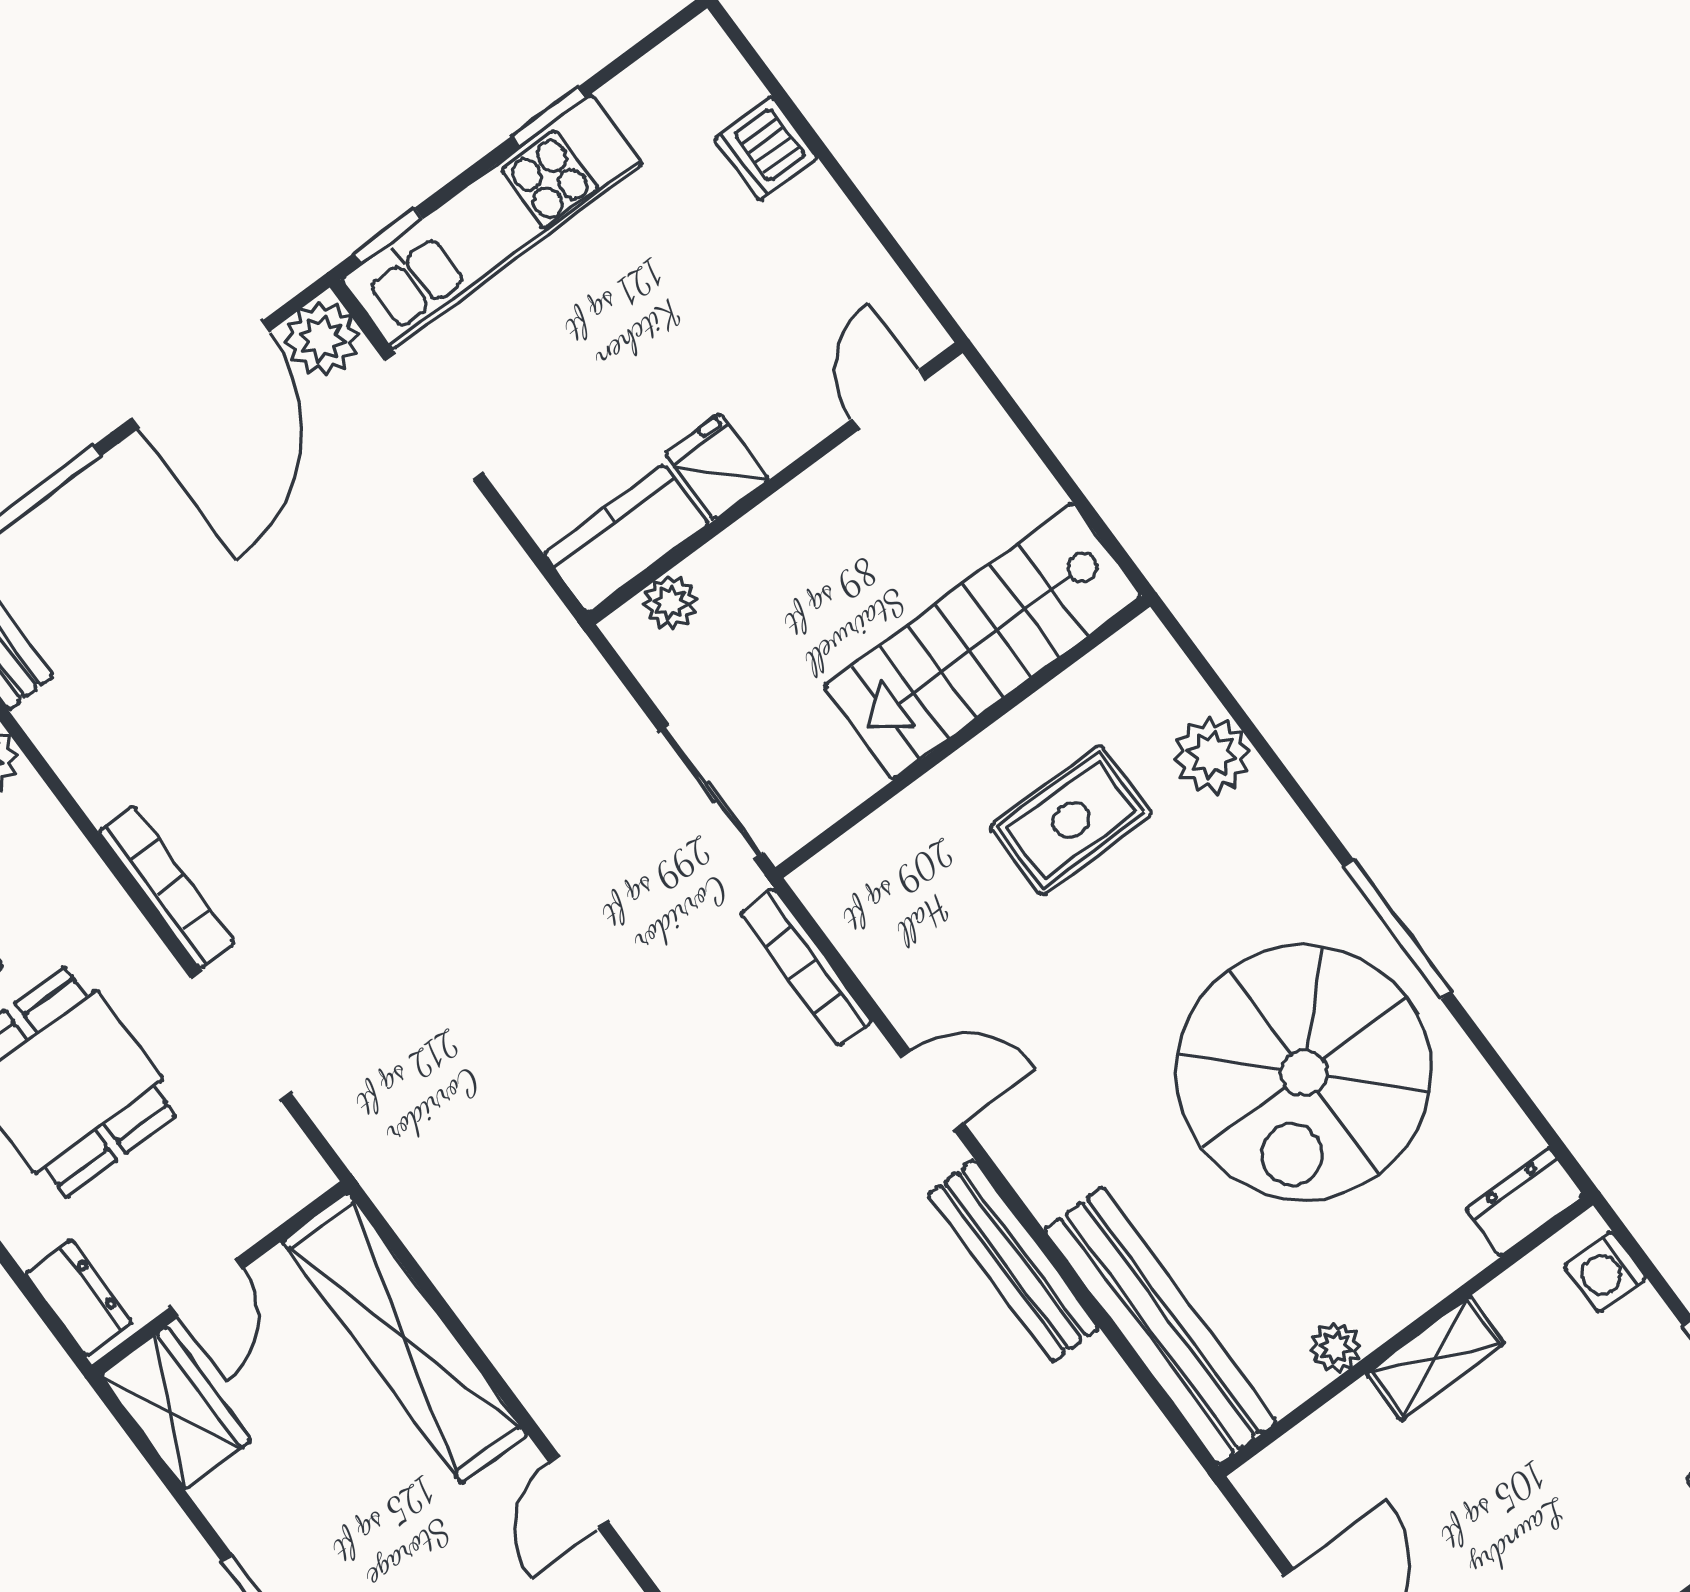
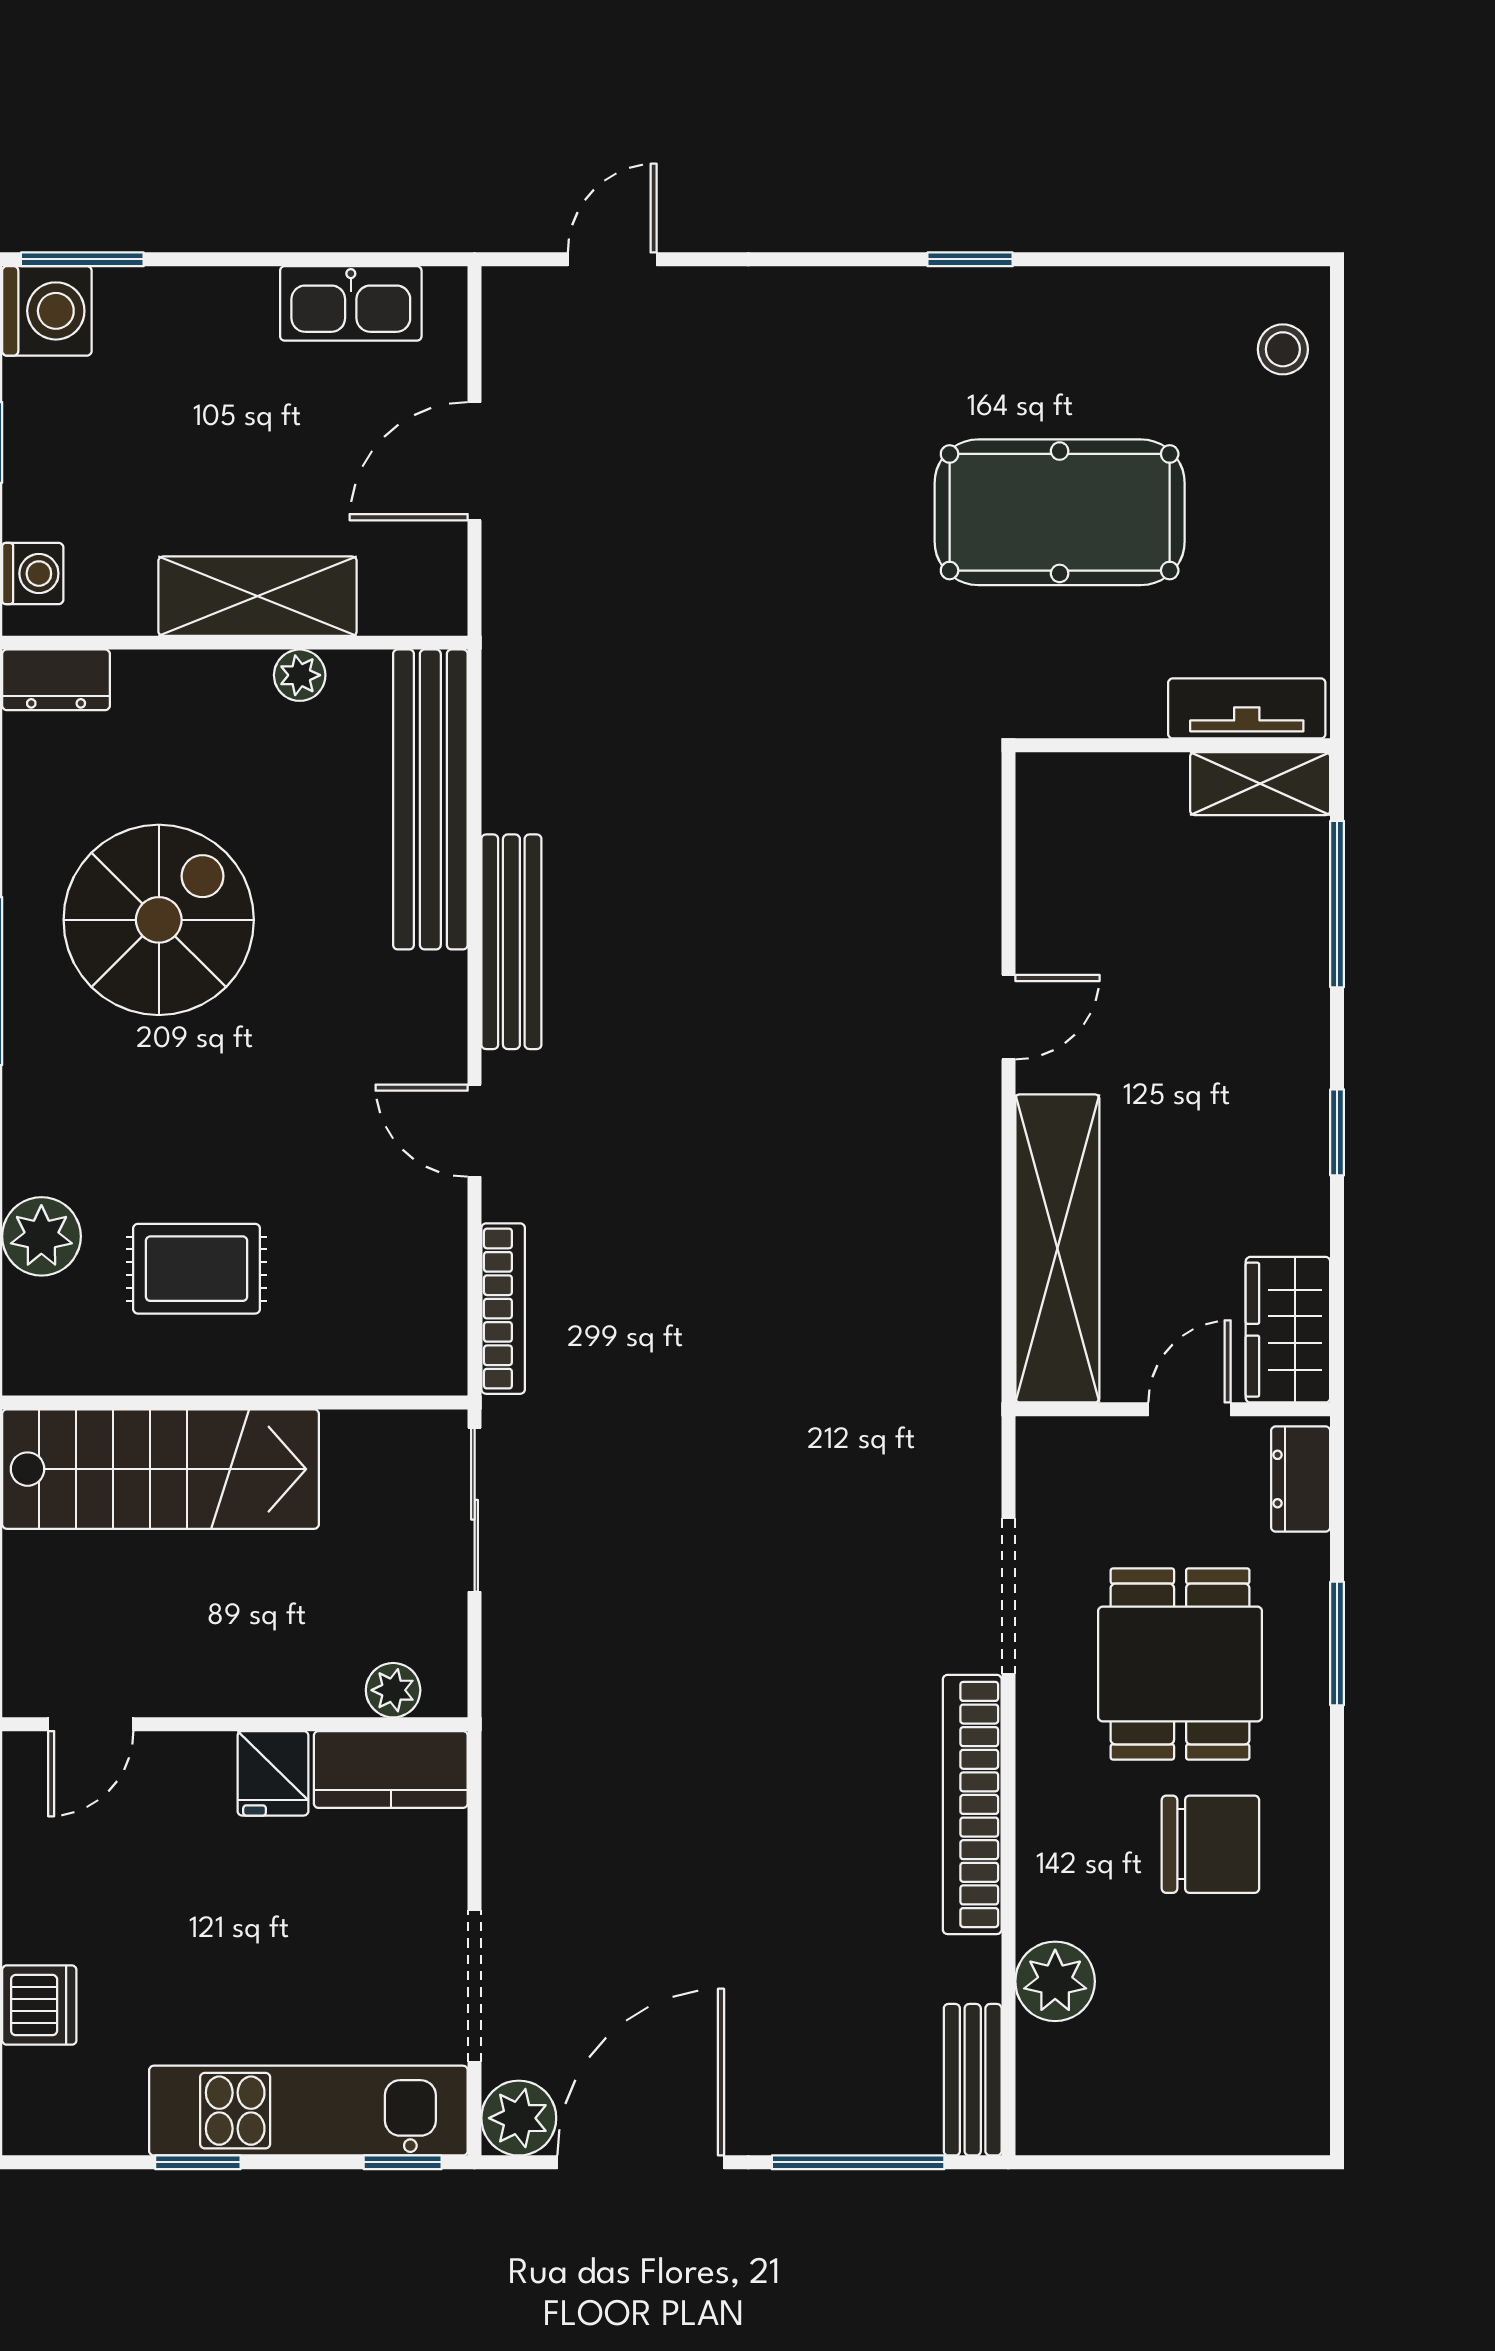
bookcase: (167, 887) -> (972, 1804), width x1.48, depth x1.31
spiral stairs: (1304, 1073) -> (159, 920), width x0.73, depth x0.73
shelving: (1435, 1358) -> (258, 596), width x1.50, depth x1.33

